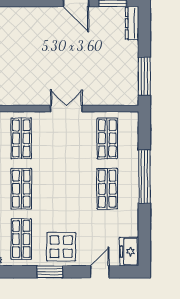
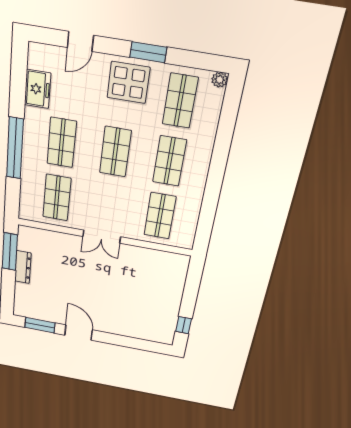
dresser: (132, 23) -> (23, 267), moved
shop shelf: (64, 189) -> (115, 152), added
freezer: (129, 252) -> (38, 89), moved

